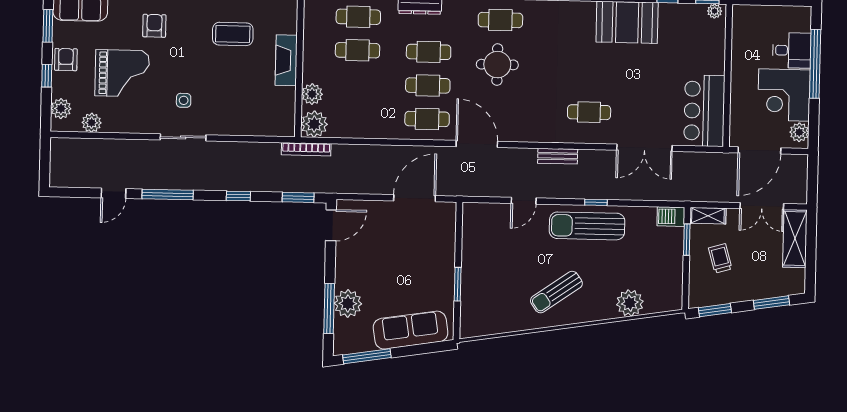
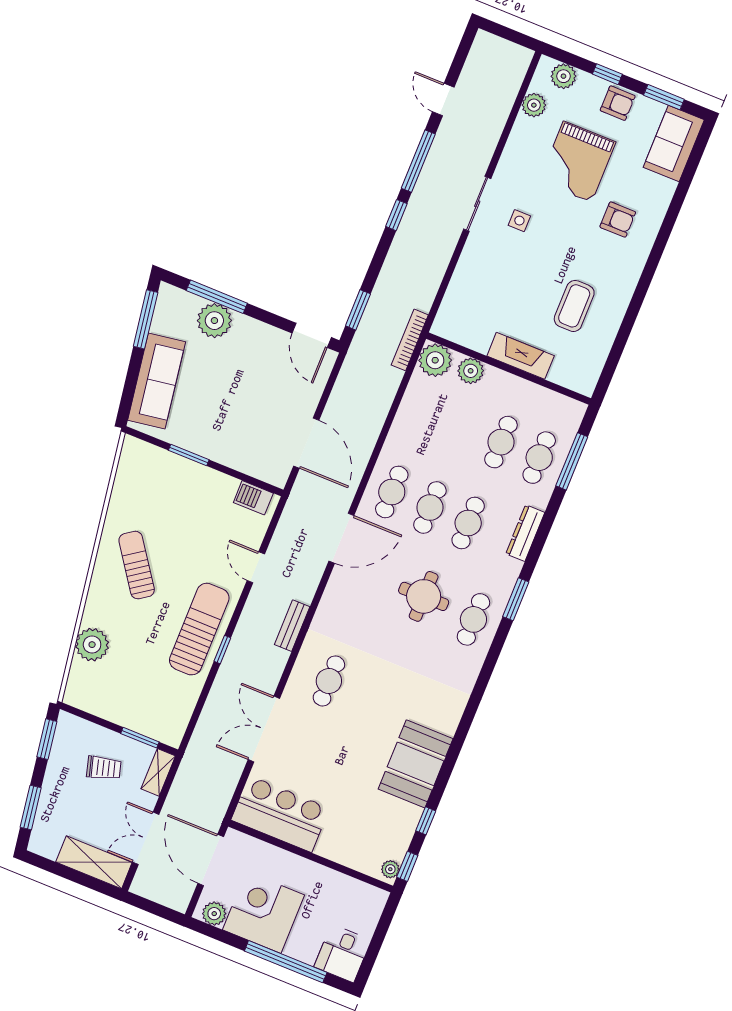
desk: (792, 50) -> (342, 953), moved
window: (238, 196) -> (396, 215), moved
barbecue: (671, 217) -> (253, 498), moved, turned -90

